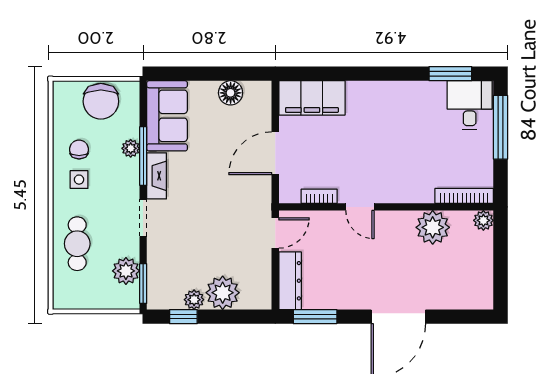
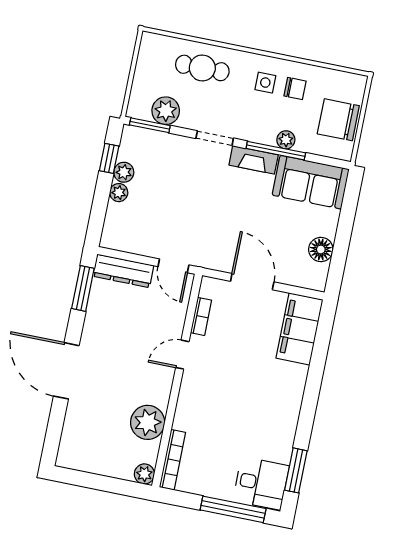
plant: (223, 293) -> (119, 193), width x0.53, depth x0.53

